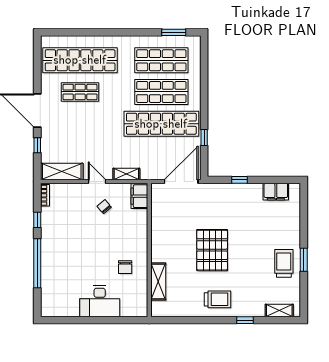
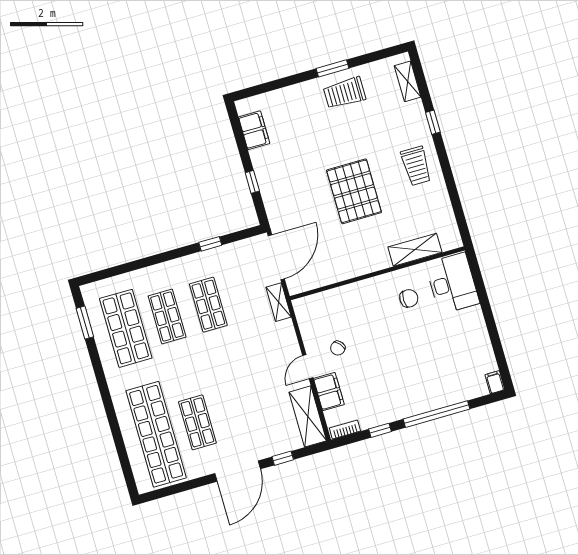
shop shelf: (161, 92) -> (167, 317), width x0.70, depth x0.74
shop shelf: (161, 124) -> (208, 305), width x0.50, depth x0.74
shelving: (126, 174) -> (279, 302), moved
door: (181, 182) -> (276, 257), swing flipped
filing cabinet: (139, 196) -> (329, 392), moved, turned -90
pallet: (212, 250) -> (354, 191), turned 90
trolley: (218, 299) -> (416, 166), turned 180
desk: (100, 301) -> (452, 283), moved
filing cabinet: (48, 311) -> (495, 382), added

